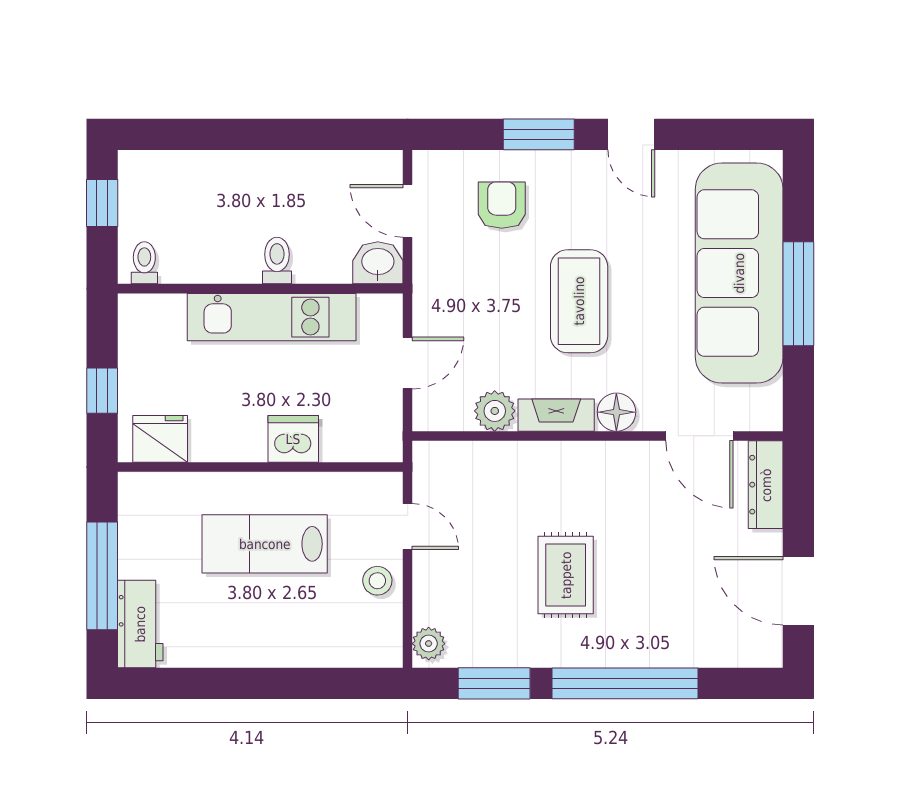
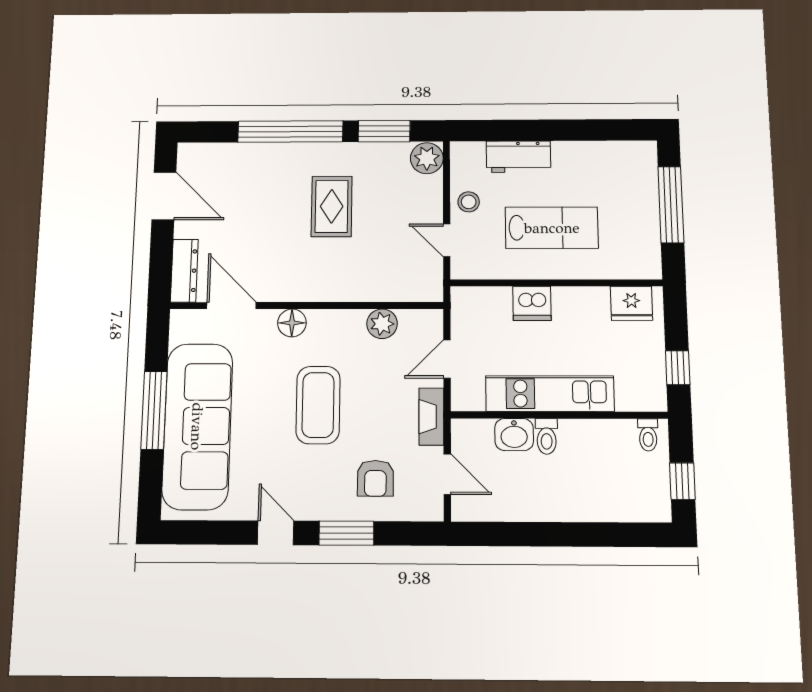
washbasin: (378, 263) -> (514, 435), moved
window: (102, 391) -> (678, 368), moved
fireplace: (556, 415) -> (431, 417), moved, turned 90
workbench: (140, 624) -> (518, 157), moved, turned -90
plant: (429, 644) -> (427, 158), width x1.38, depth x1.38

